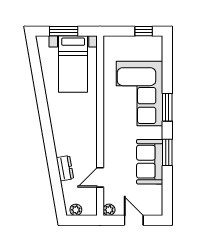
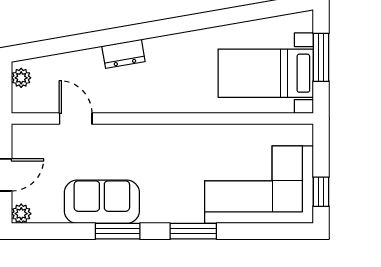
corner sofa: (140, 94) -> (259, 185), moved
dresser: (65, 168) -> (123, 54), moved
plant: (109, 210) -> (21, 214), moved

